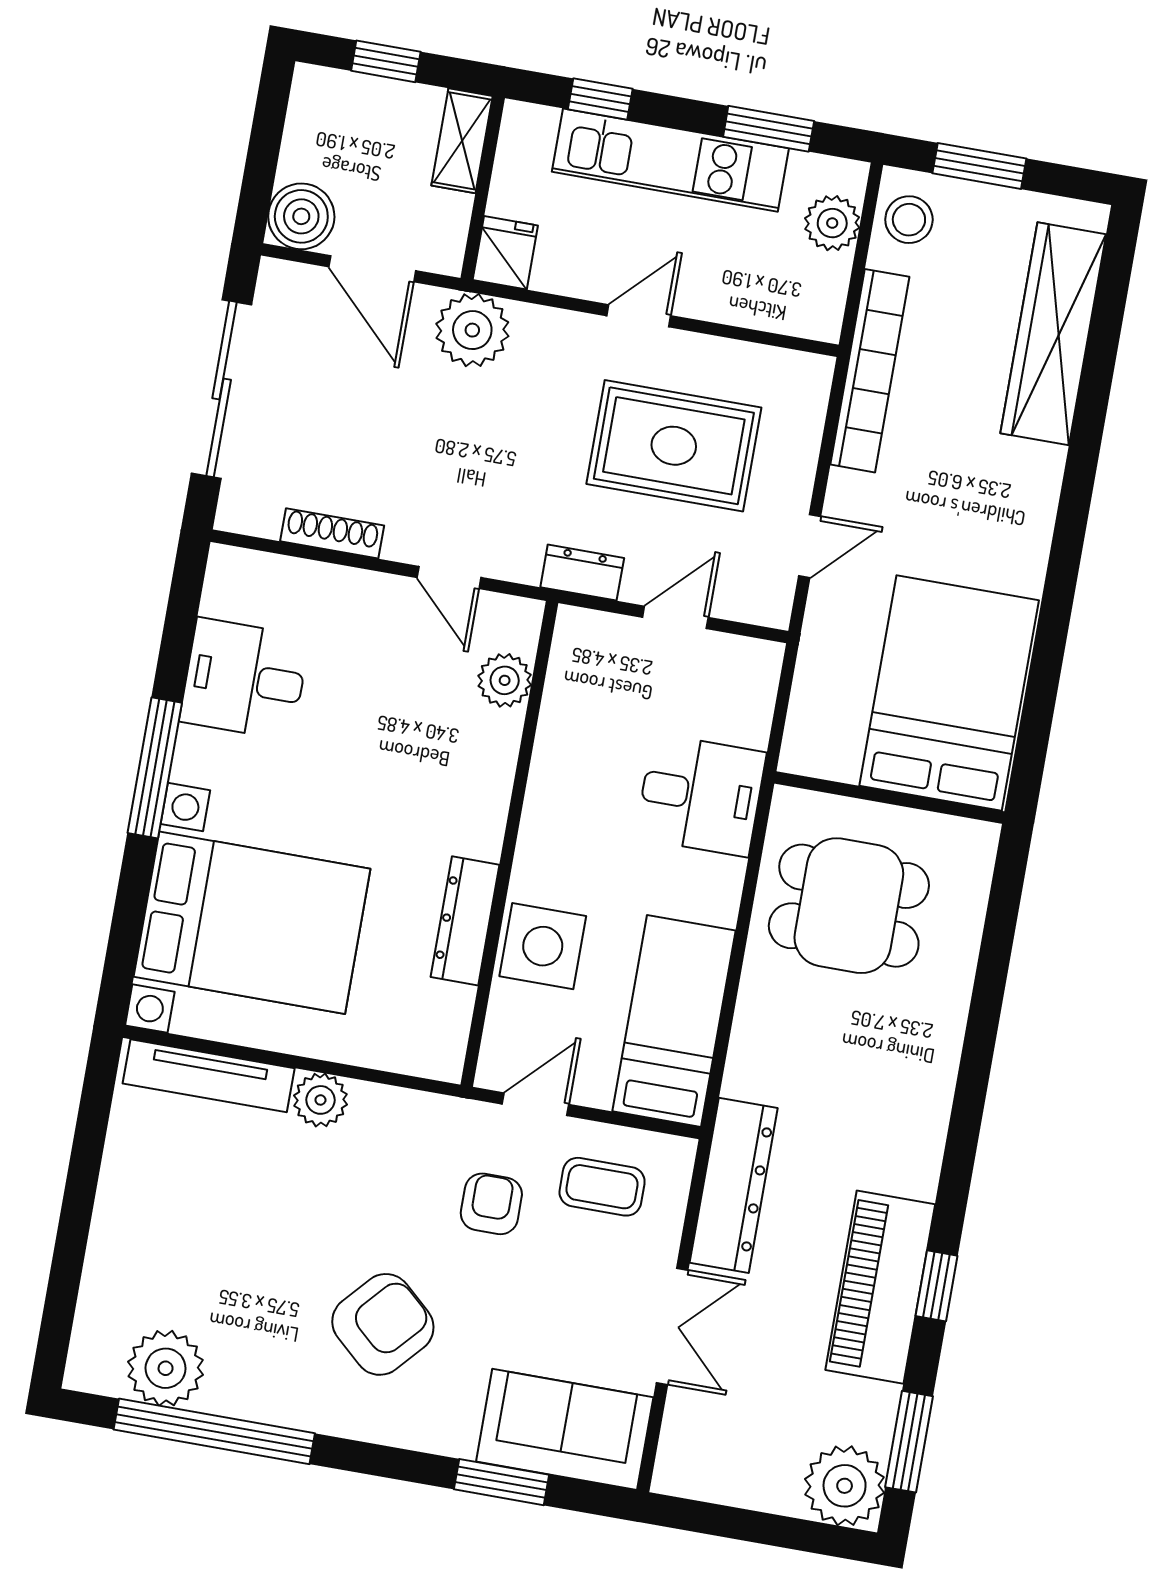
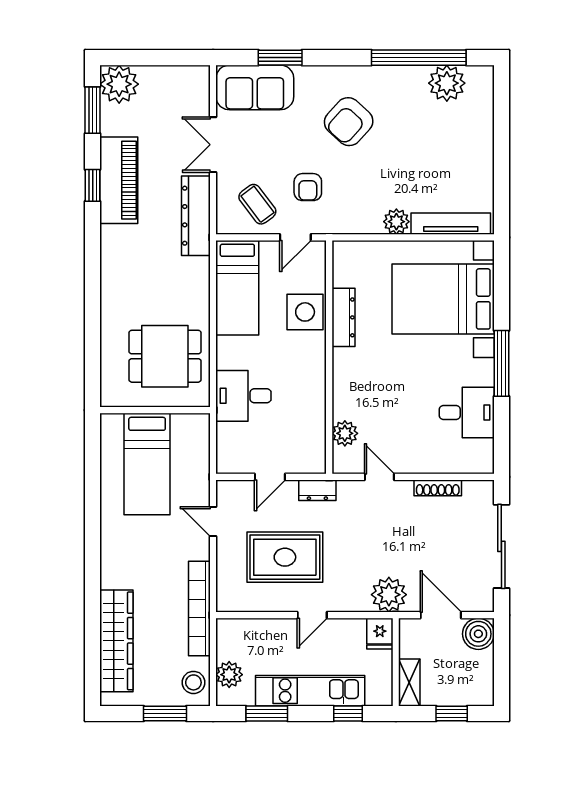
door: (810, 546) -> (213, 521), hinge flipped
bed: (949, 693) -> (147, 464), width x0.67
coffee table: (602, 1187) -> (257, 204), turned 53

